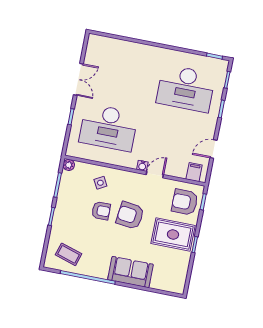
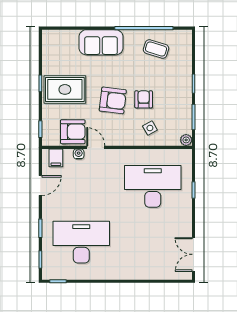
double door: (78, 79) -> (193, 254), moved
water cooler: (142, 166) -> (79, 154), moved
door: (155, 175) -> (96, 147), swing flipped
armchair: (185, 202) -> (73, 132), moved
armchair: (101, 211) -> (144, 99), turned 90
coffee table: (69, 254) -> (156, 49), moved

